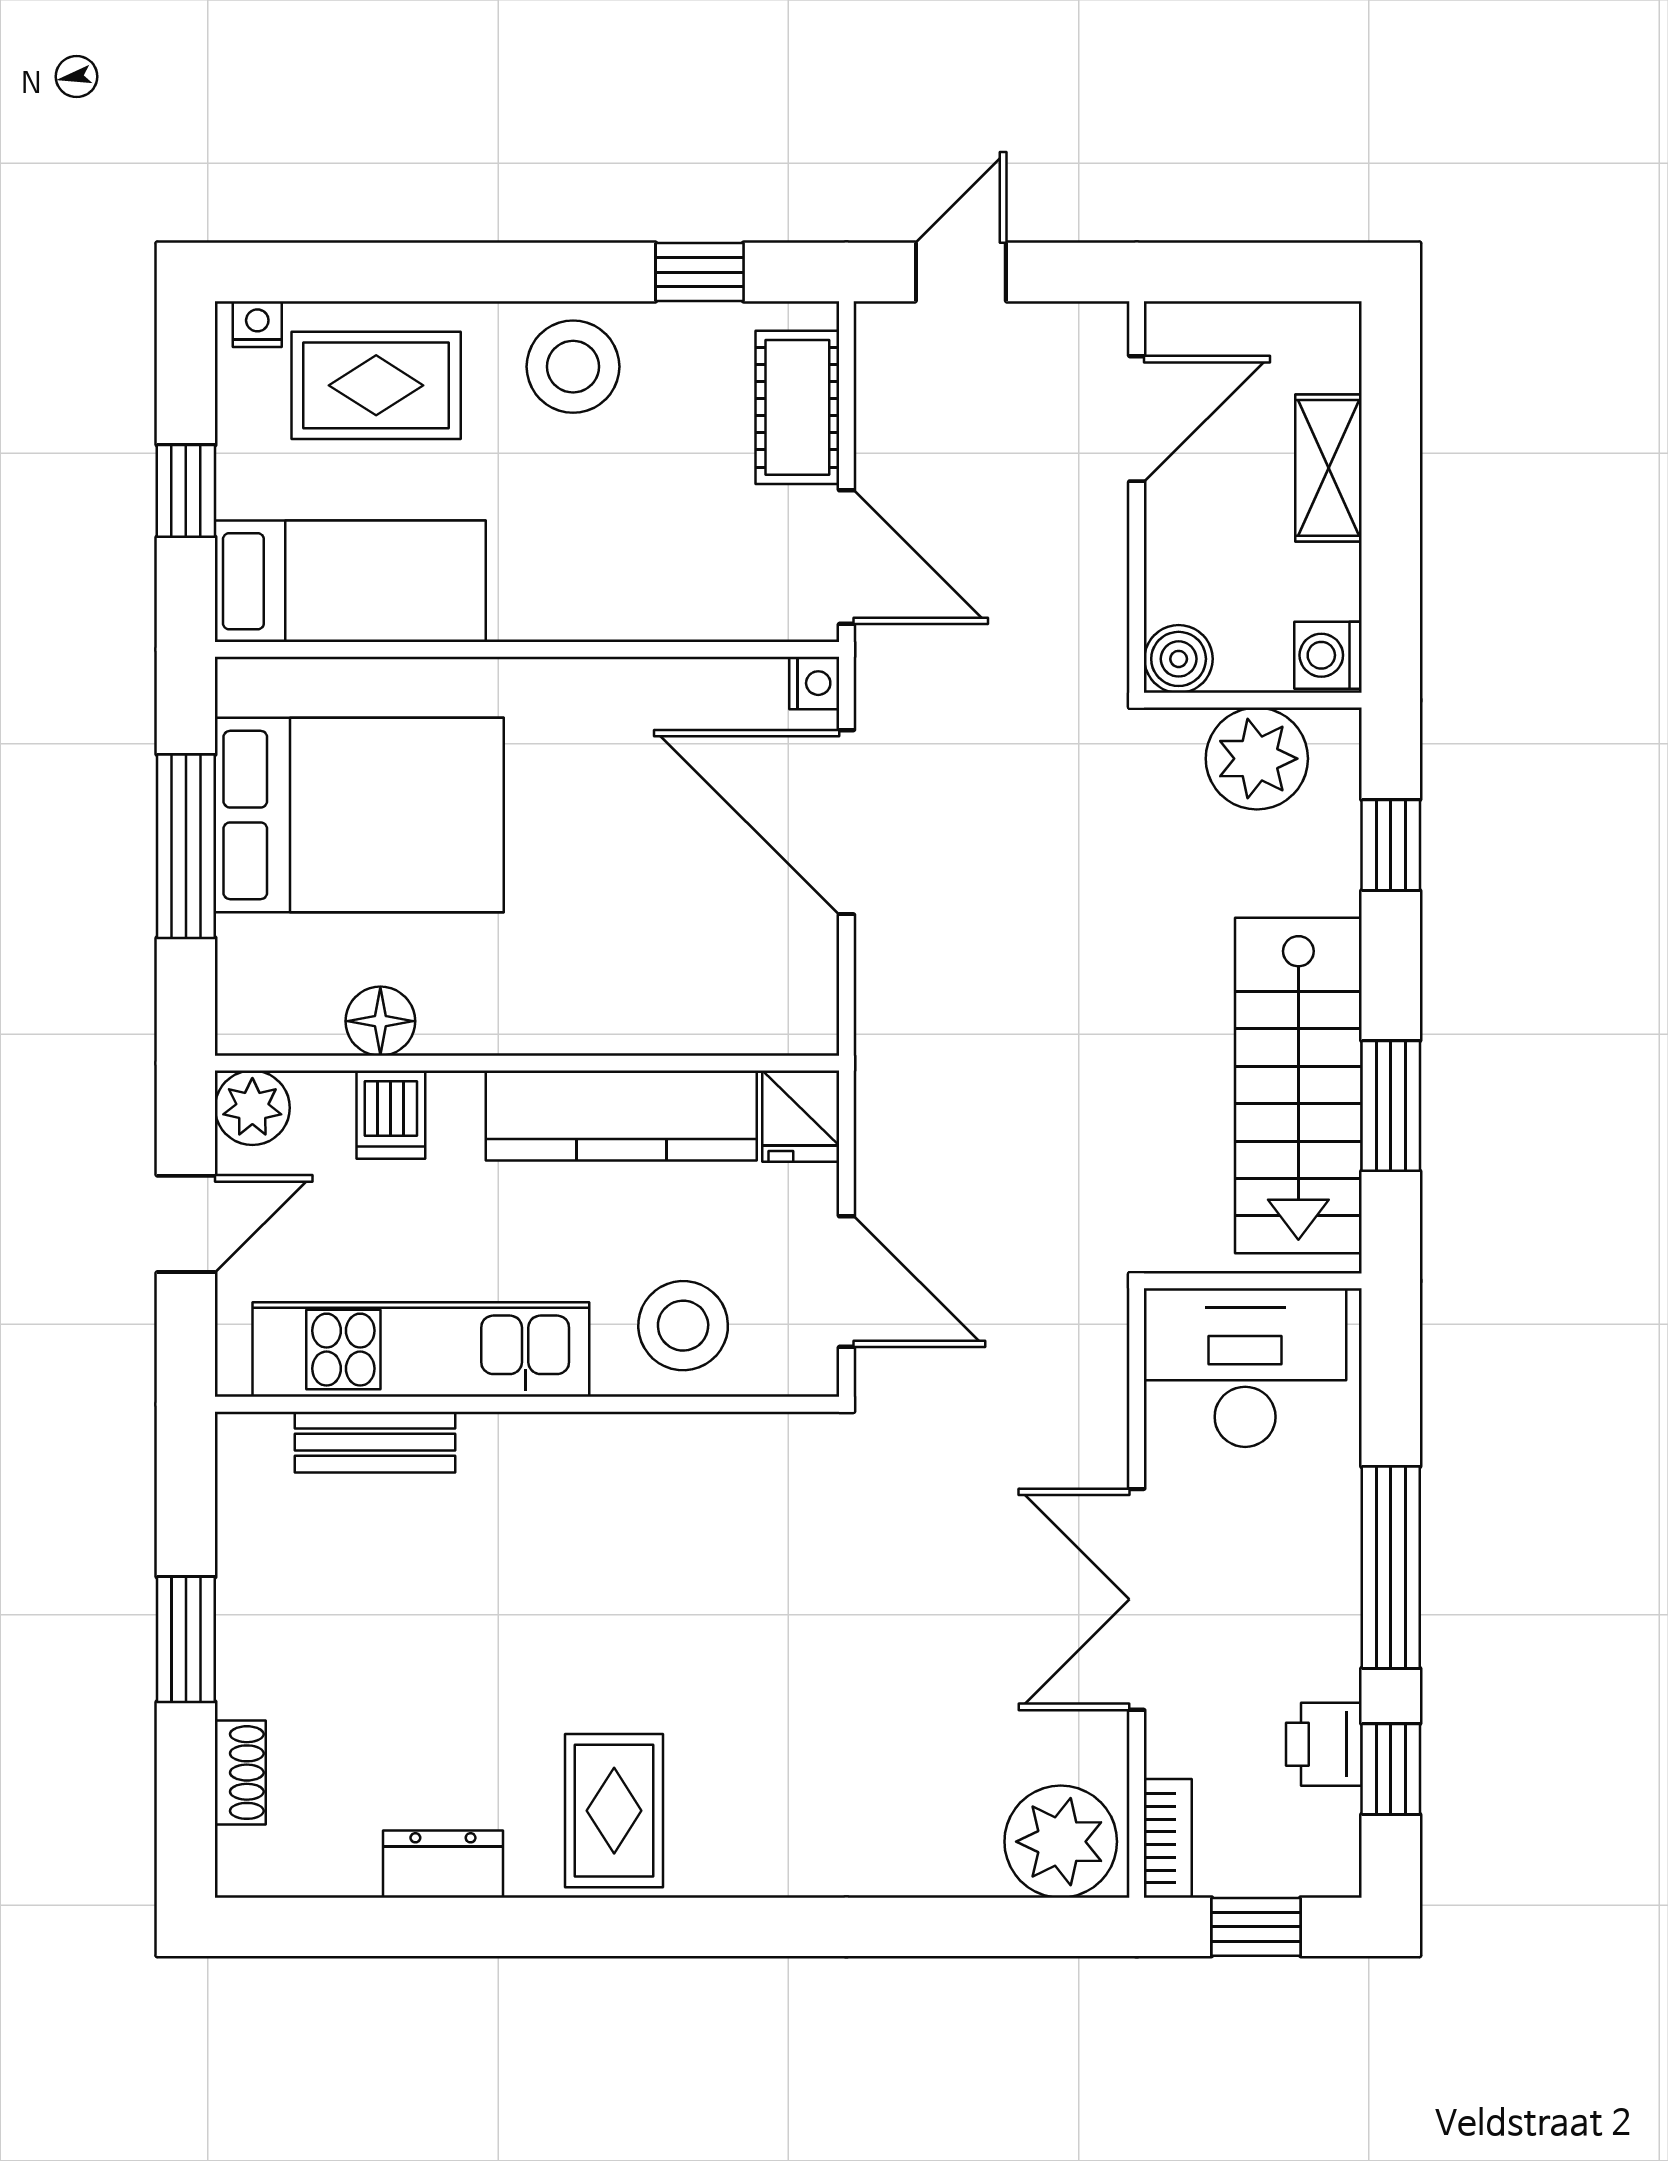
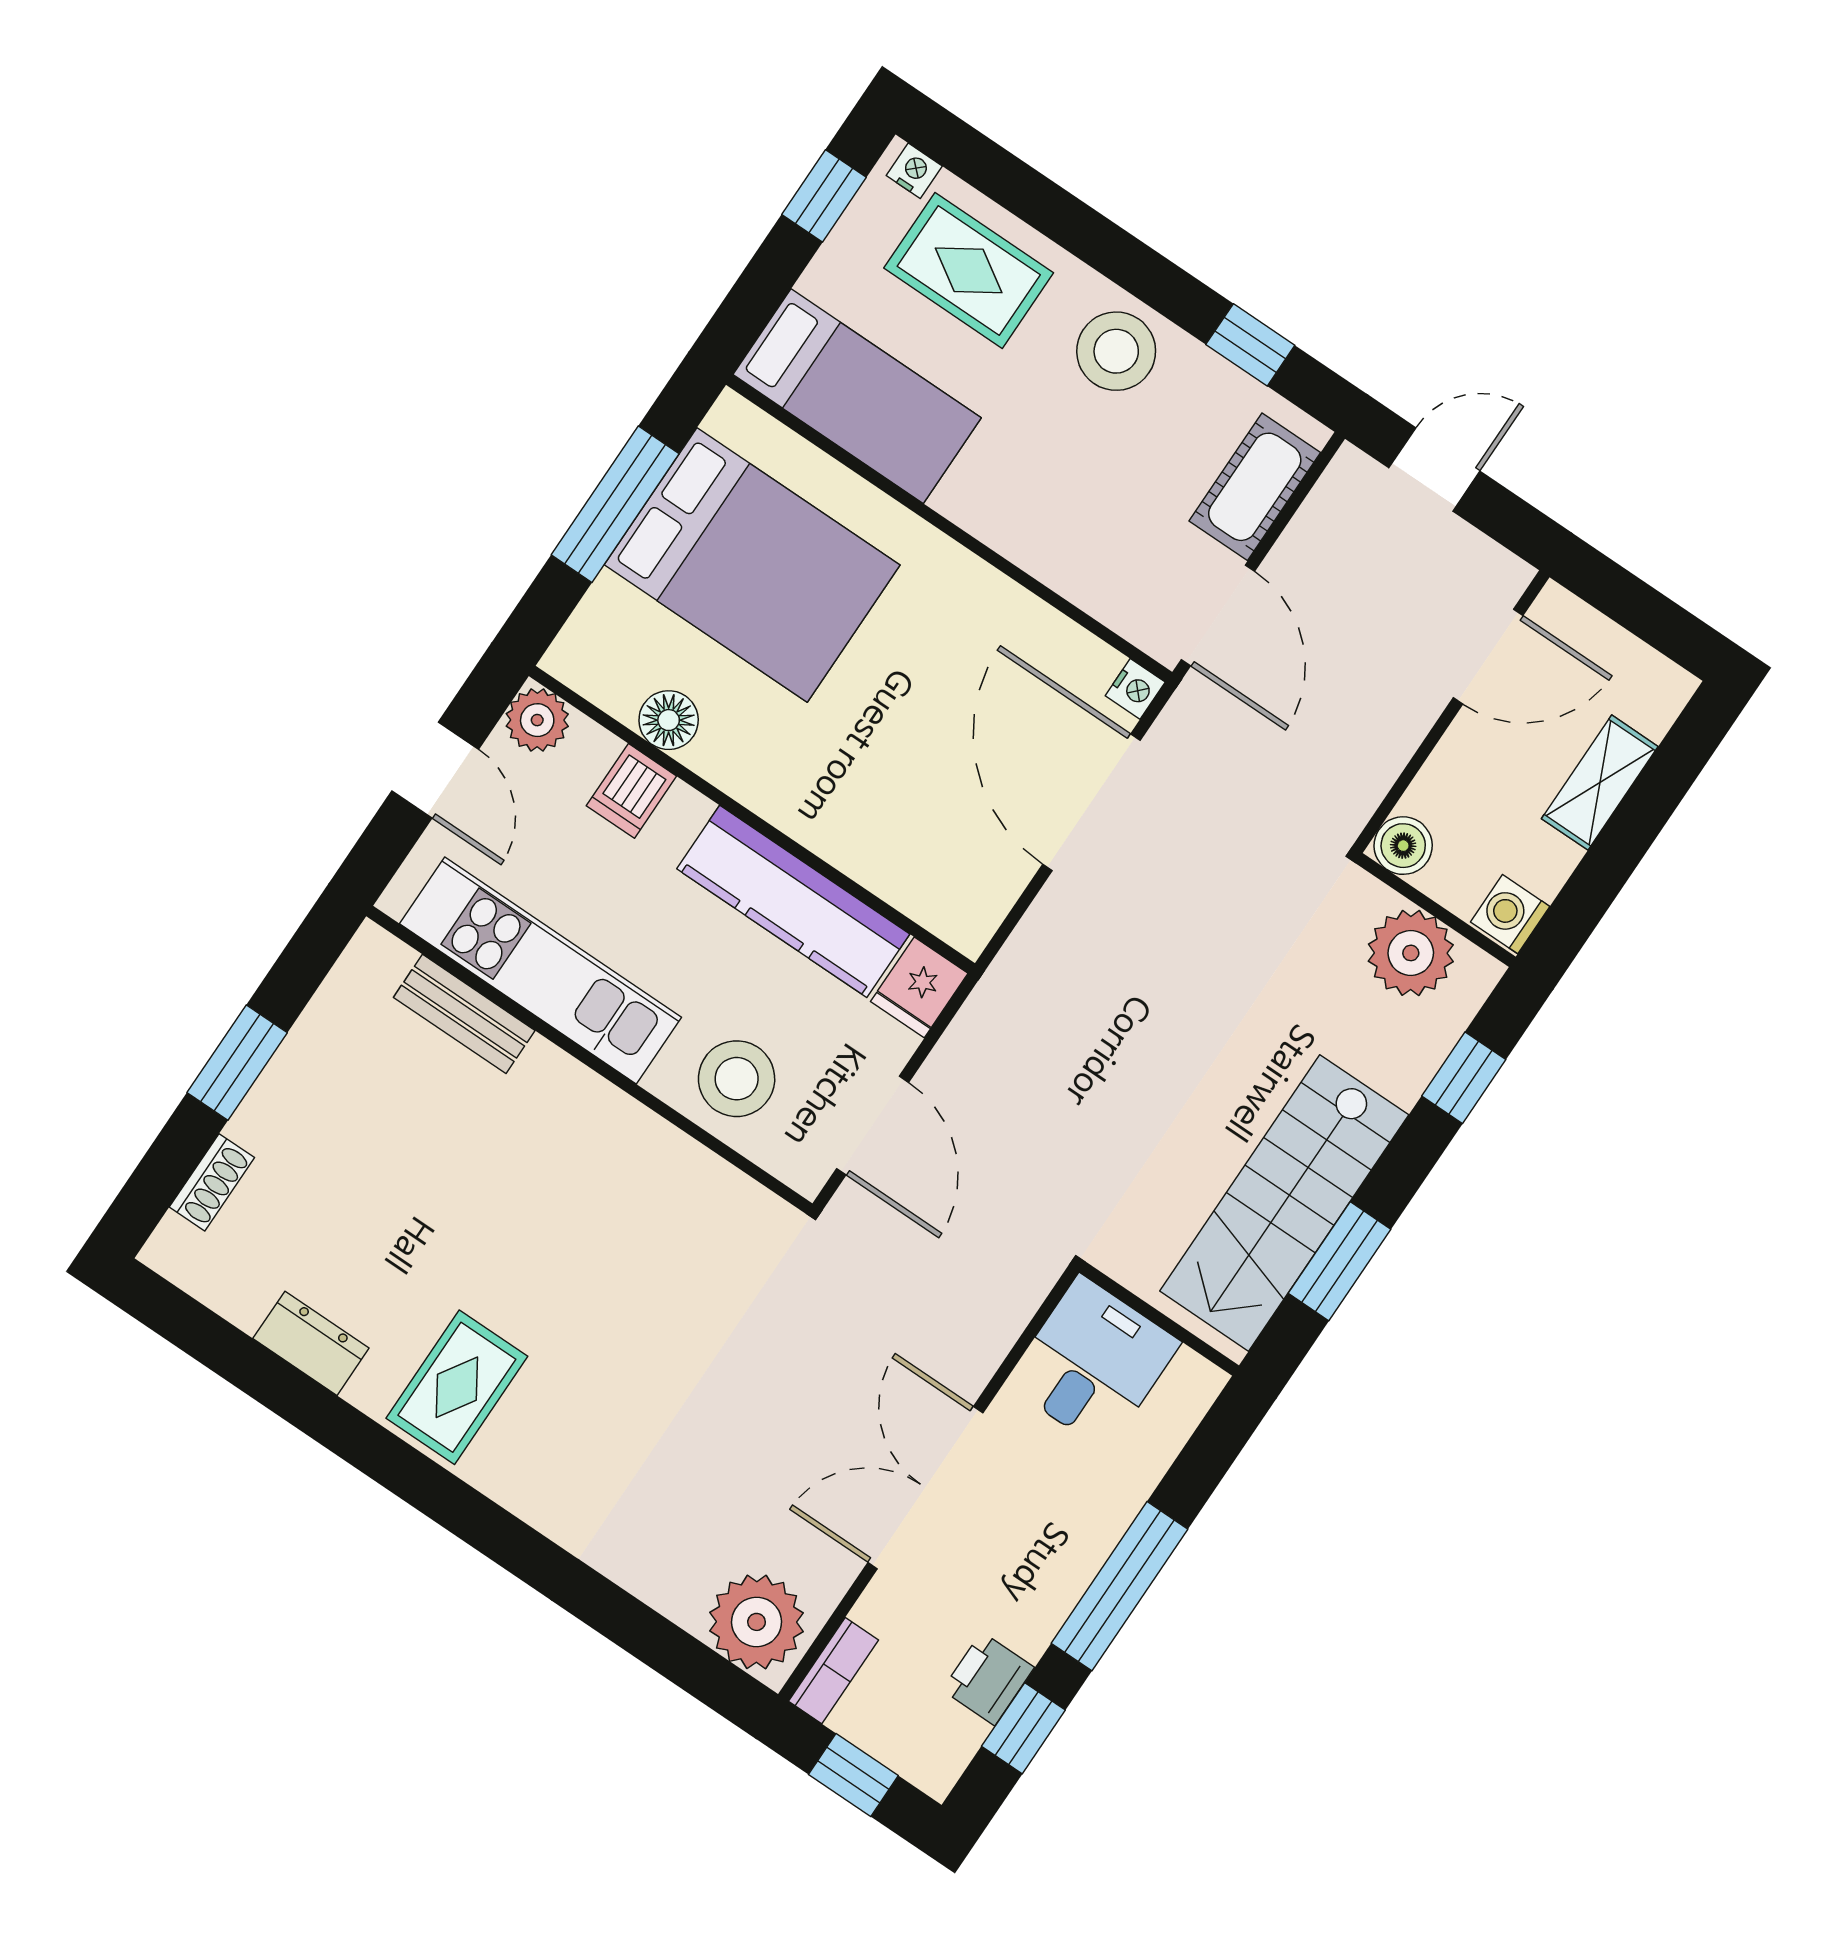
window: (186, 491) -> (824, 196), moved
door: (186, 1224) -> (435, 770), hinge flipped
desk: (1245, 1368) -> (1093, 1363), width x0.73

